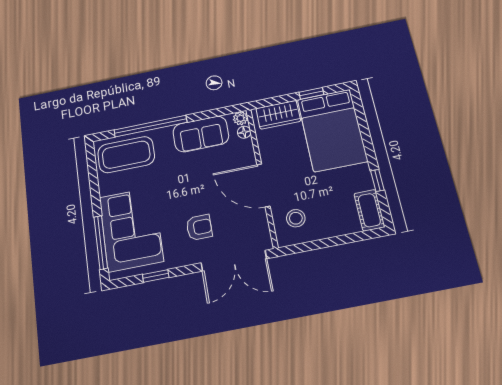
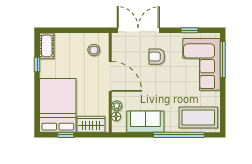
plant: (241, 118) -> (117, 106), moved

